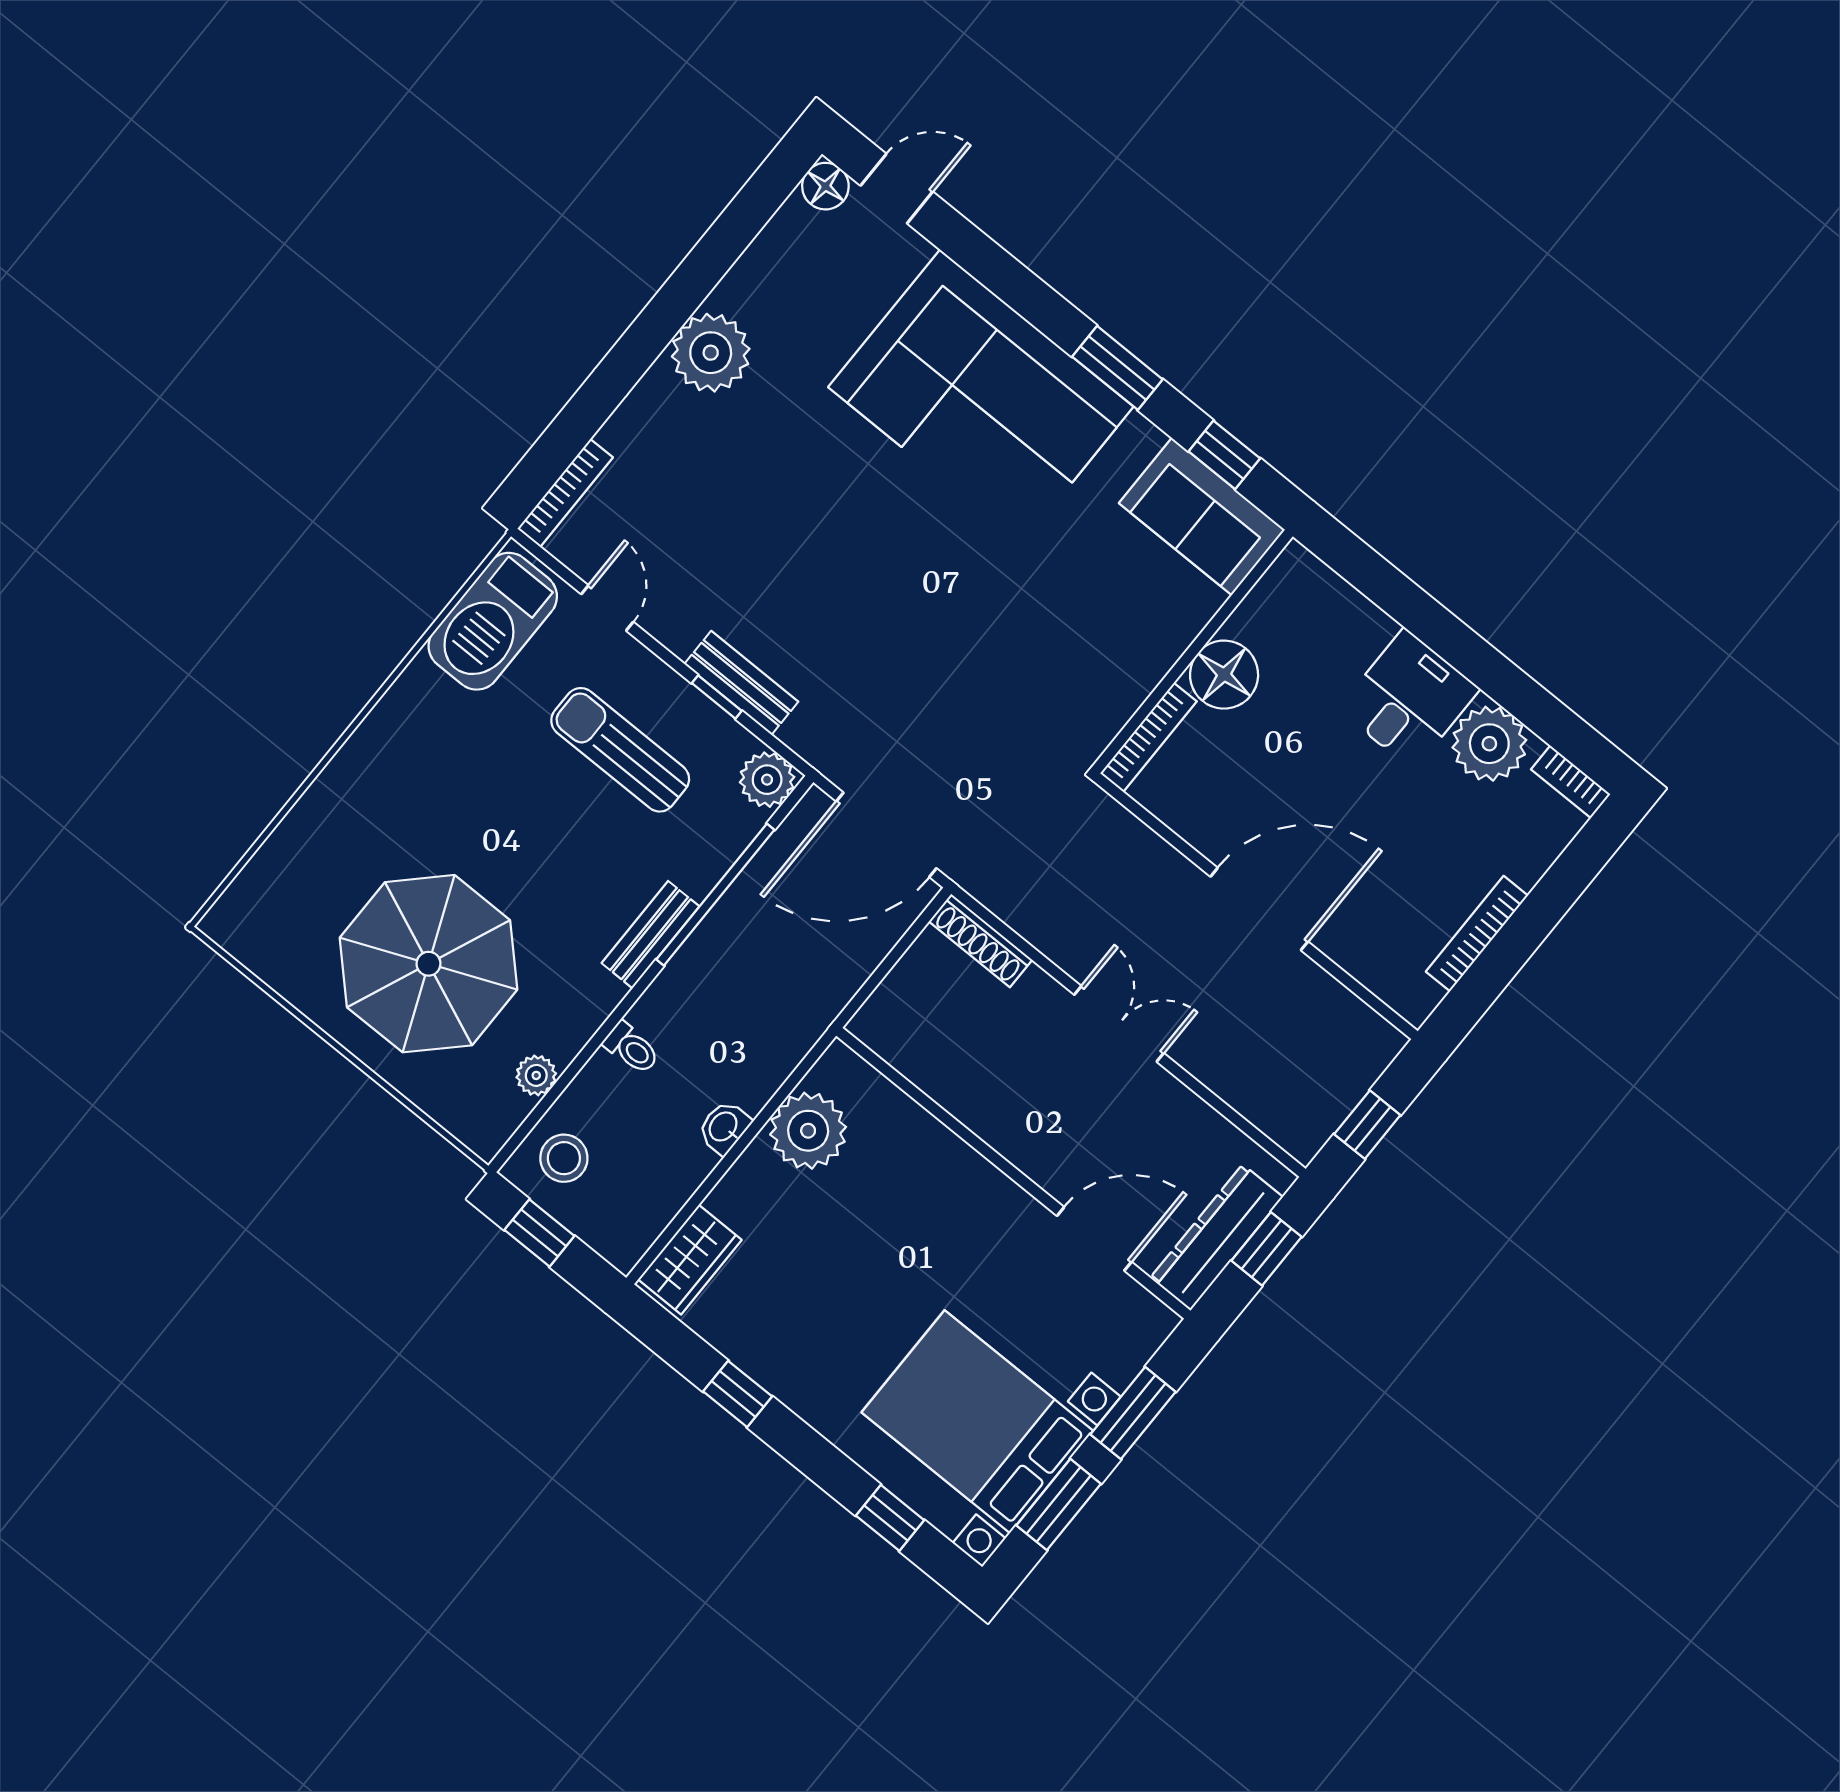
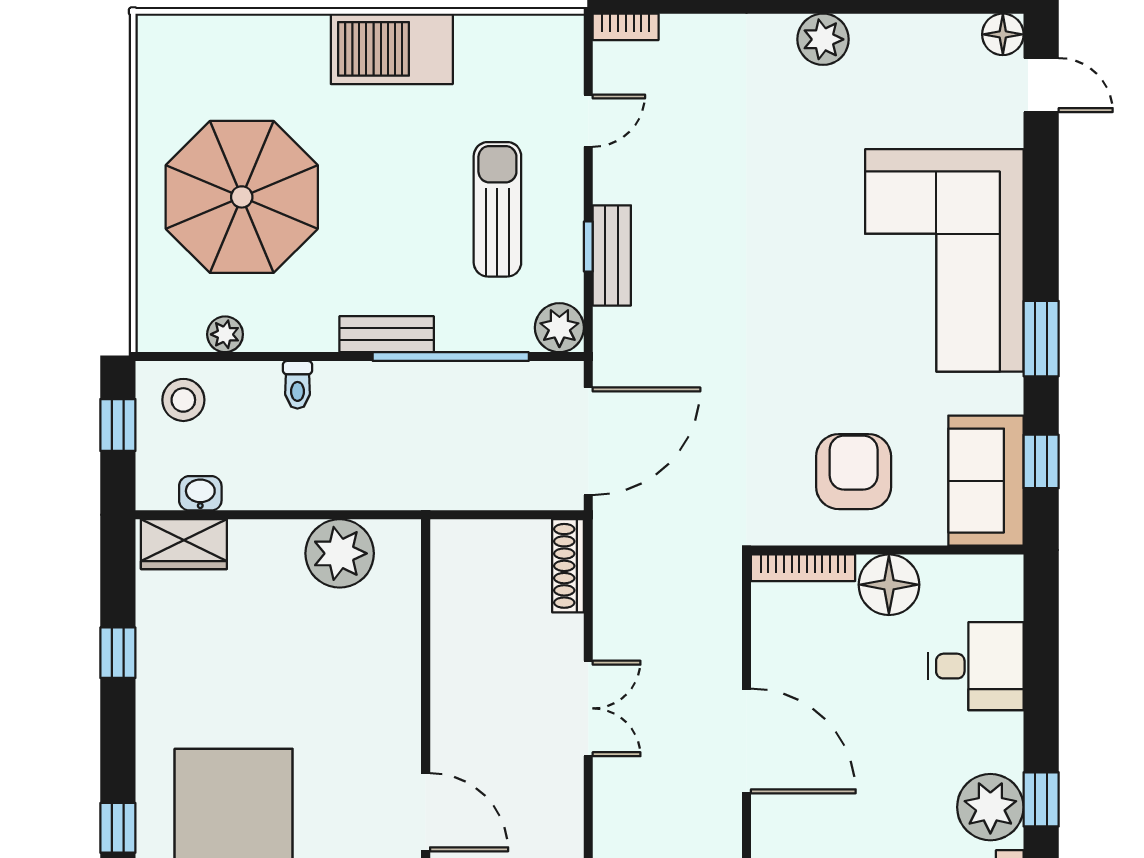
plant: (711, 353) -> (823, 39), width x0.73, depth x0.73
bookcase: (565, 493) -> (626, 27), width x0.64
barbecue: (493, 621) -> (392, 49), moved
armchair: (1100, 625) -> (854, 472), added
window: (1518, 694) -> (1041, 799), added
desk: (1409, 699) -> (976, 666), moved
door: (886, 835) -> (588, 441), swing flipped
washbasin: (724, 1127) -> (200, 493), moved

